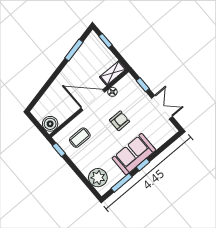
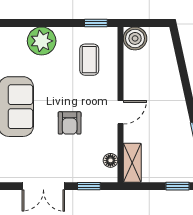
floor lamp: (112, 92) -> (110, 160), moved
door: (93, 100) -> (121, 112), width x0.53
plant: (98, 178) -> (42, 41), moved

